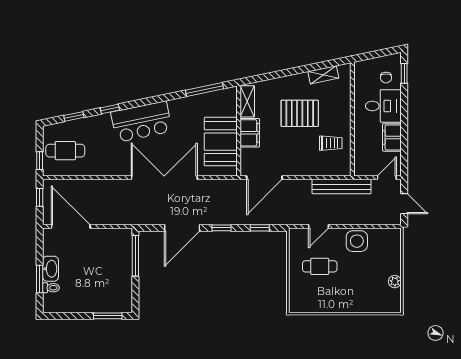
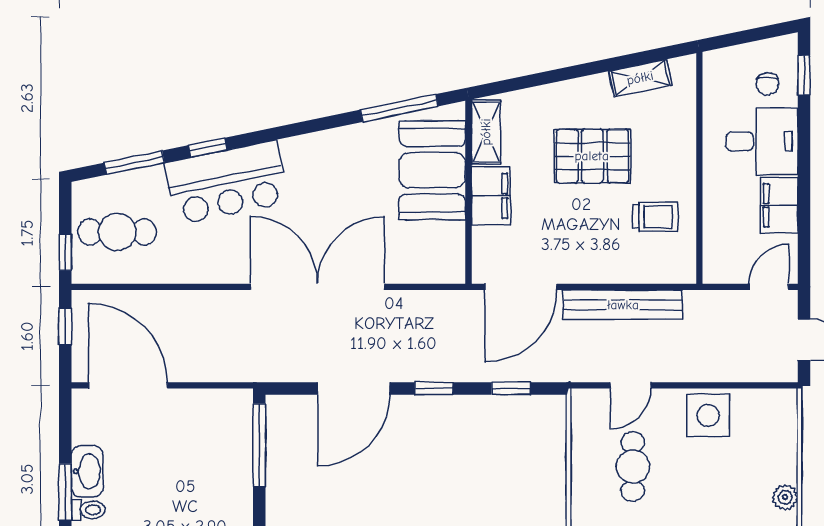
window: (74, 116) -> (134, 163), width x1.50
bar counter: (141, 122) -> (226, 183), moved
booth: (221, 142) -> (432, 170), moved
bench: (342, 187) -> (623, 305), moved
cafe table: (320, 266) -> (633, 467), turned 90

